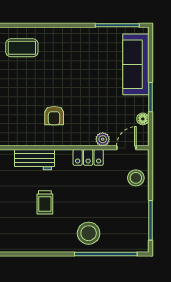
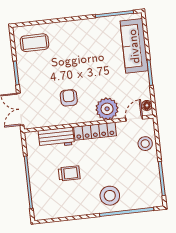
armchair: (54, 116) -> (69, 98), turned 180
floor lamp: (143, 119) -> (147, 105), moved
plant: (103, 139) -> (107, 109), width x1.88, depth x1.88
locker: (88, 157) -> (95, 131), width x1.53
trolley: (45, 202) -> (69, 173), turned -90

